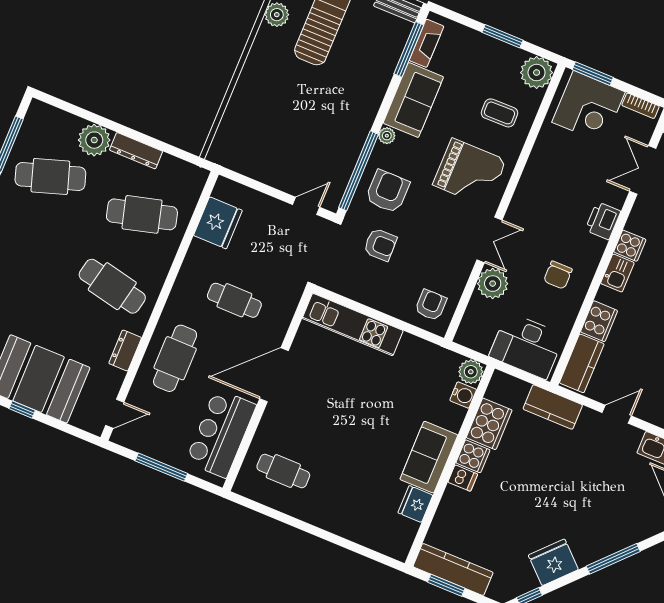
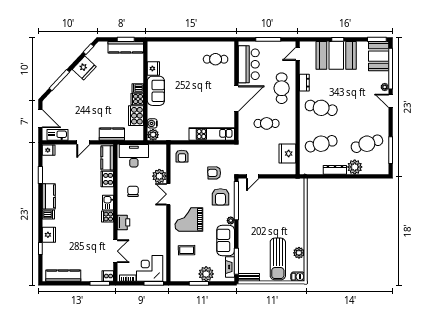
plant: (537, 73) -> (206, 274), moved

